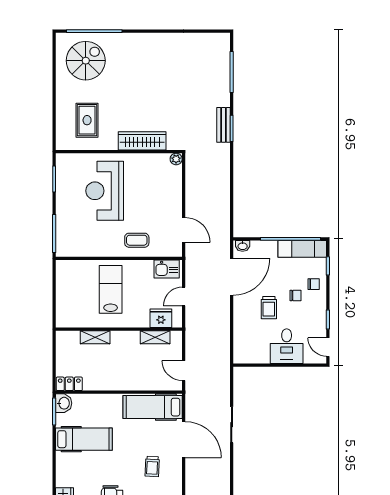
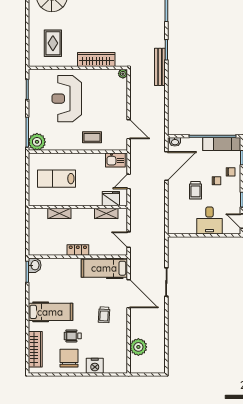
bench: (223, 125) -> (160, 67), moved, width x1.36
plant: (67, 246) -> (37, 142), added
lab bench: (111, 289) -> (57, 179), moved, turned -90
locker: (69, 384) -> (78, 250), moved
hospital bed: (84, 439) -> (50, 312), moved

